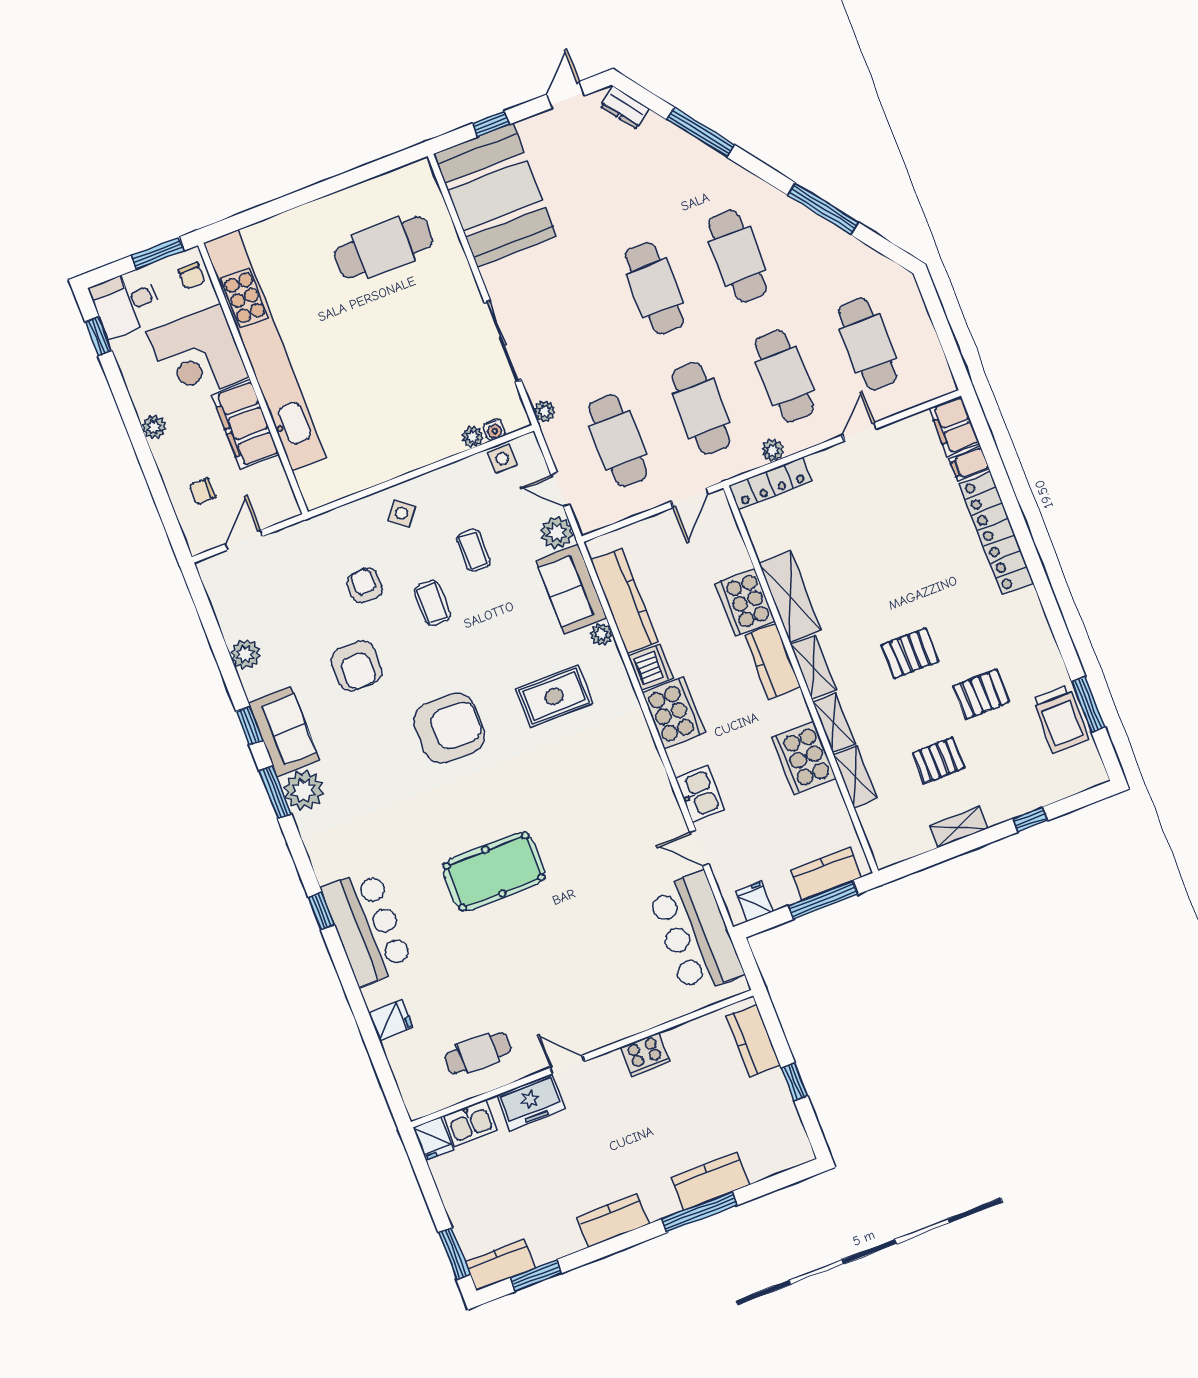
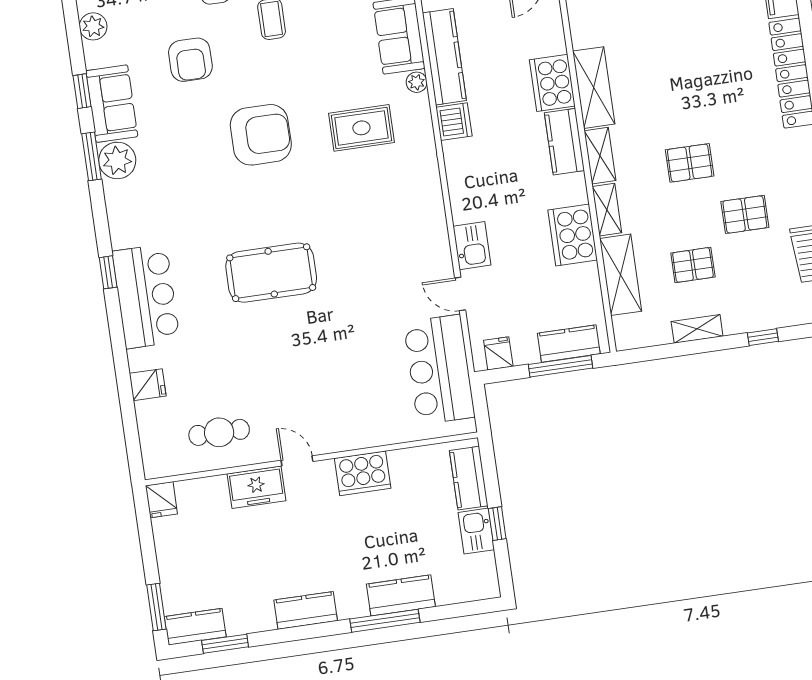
cooker: (674, 713) -> (465, 167), removed
shelving: (855, 777) -> (621, 275), width x1.50, depth x1.33
cooker: (645, 1054) -> (363, 473), width x1.37, depth x1.31
kitchen sink: (470, 1123) -> (476, 531), moved, turned 90

